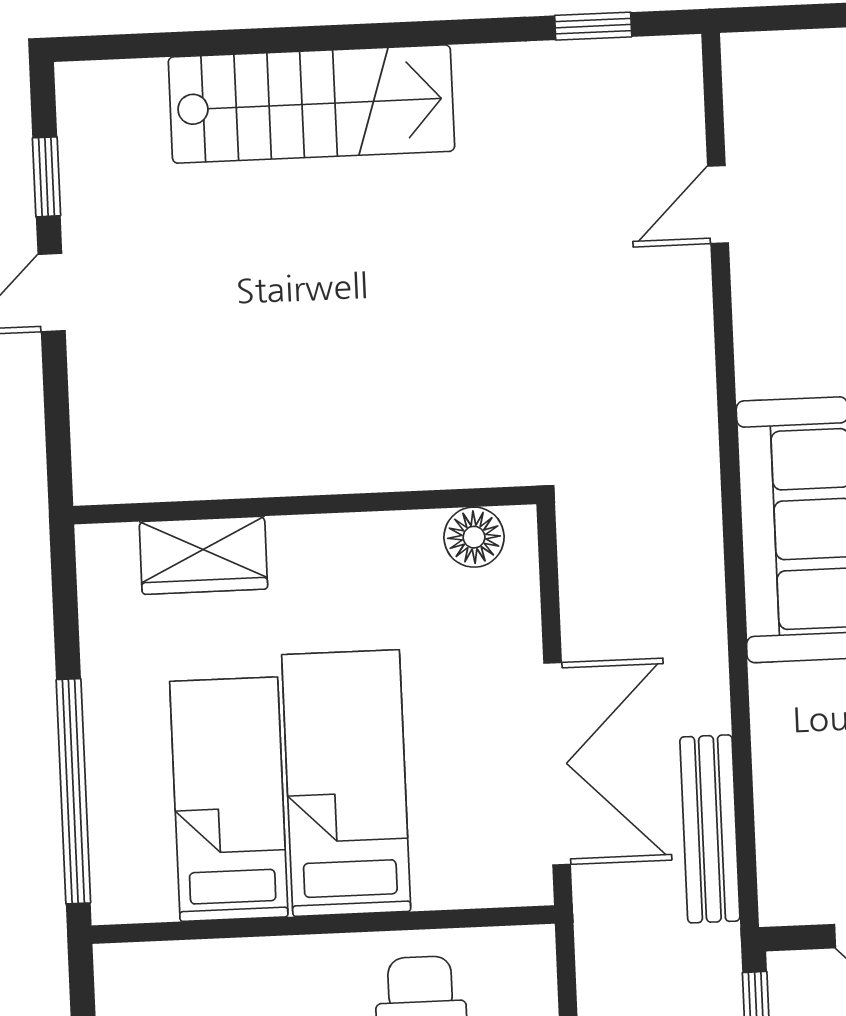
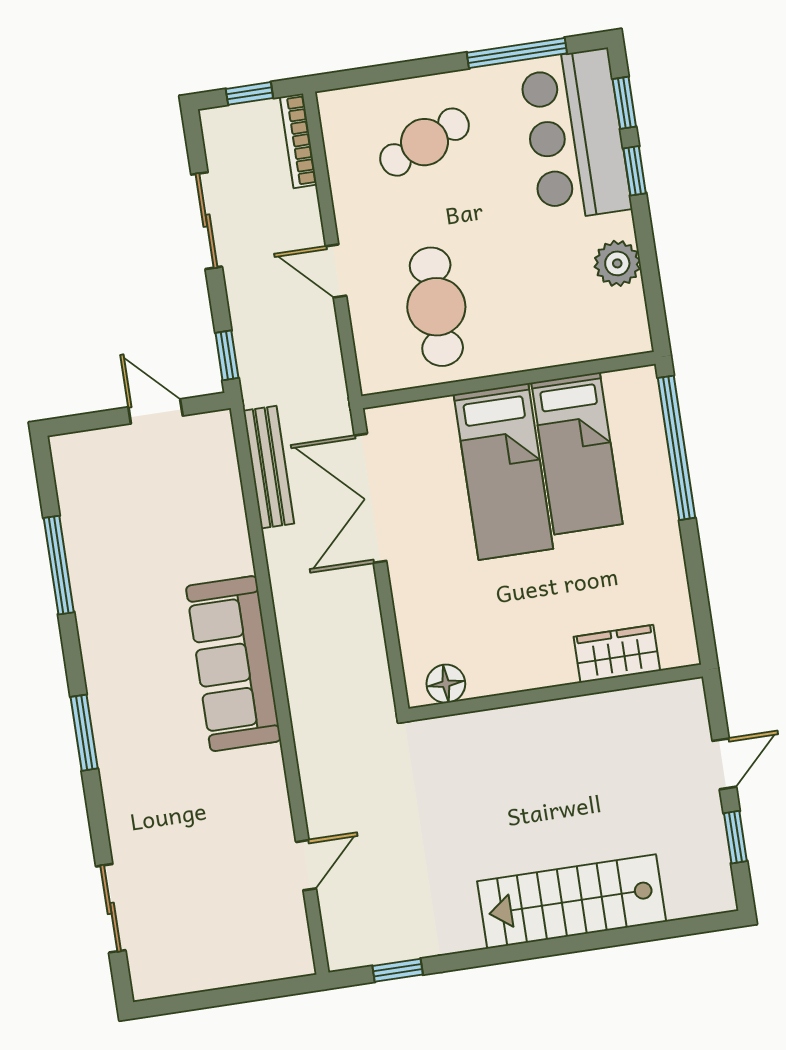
wall: (305, 505) -> (556, 693), moved
floor lamp: (474, 537) -> (446, 684), moved
wardrobe: (203, 555) -> (617, 654), moved

